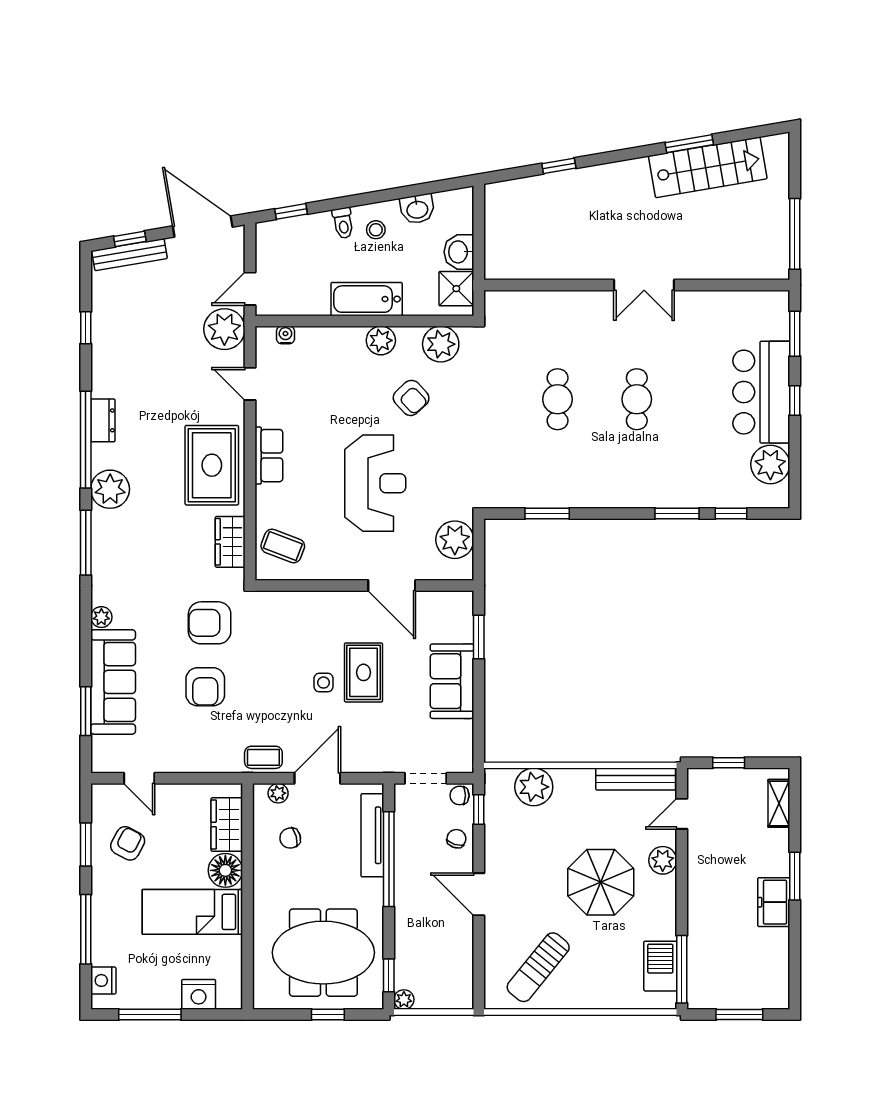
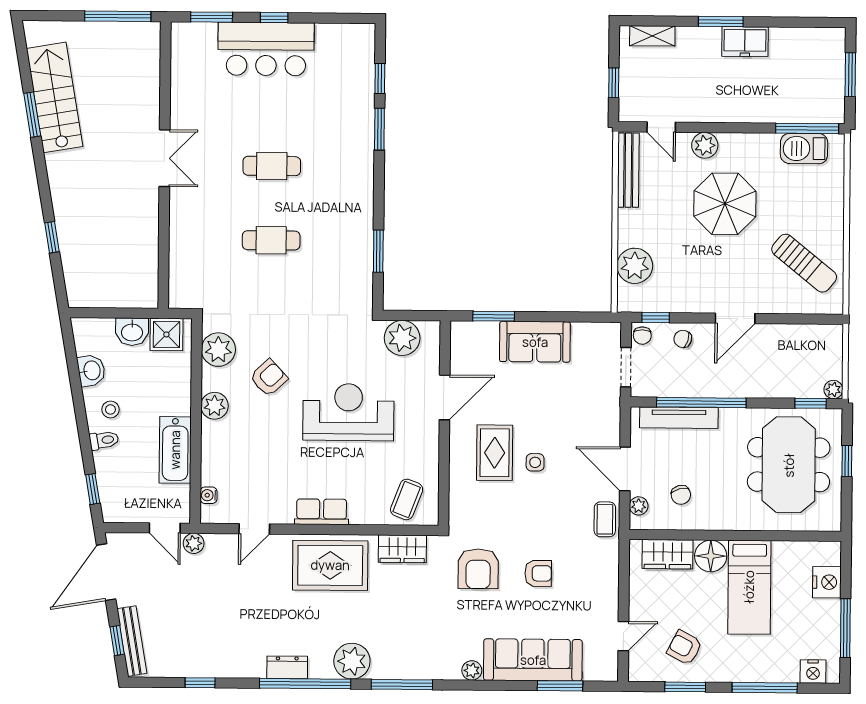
bathtub: (367, 299) -> (175, 450), moved
plant: (224, 329) -> (194, 543), width x0.53, depth x0.53
plant: (770, 464) -> (334, 41), removed
rug: (364, 672) -> (495, 453), moved, turned 90
armchair: (205, 687) -> (538, 573), width x0.72, depth x0.72

